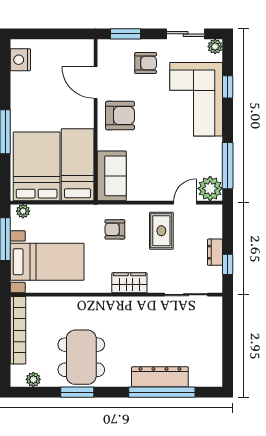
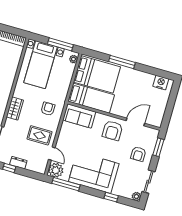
corner sofa: (196, 99) -> (94, 173), moved

